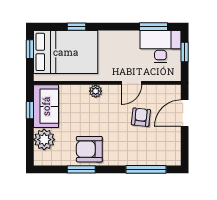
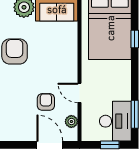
plant: (96, 91) -> (71, 121), moved
armchair: (141, 117) -> (46, 102), turned -96

